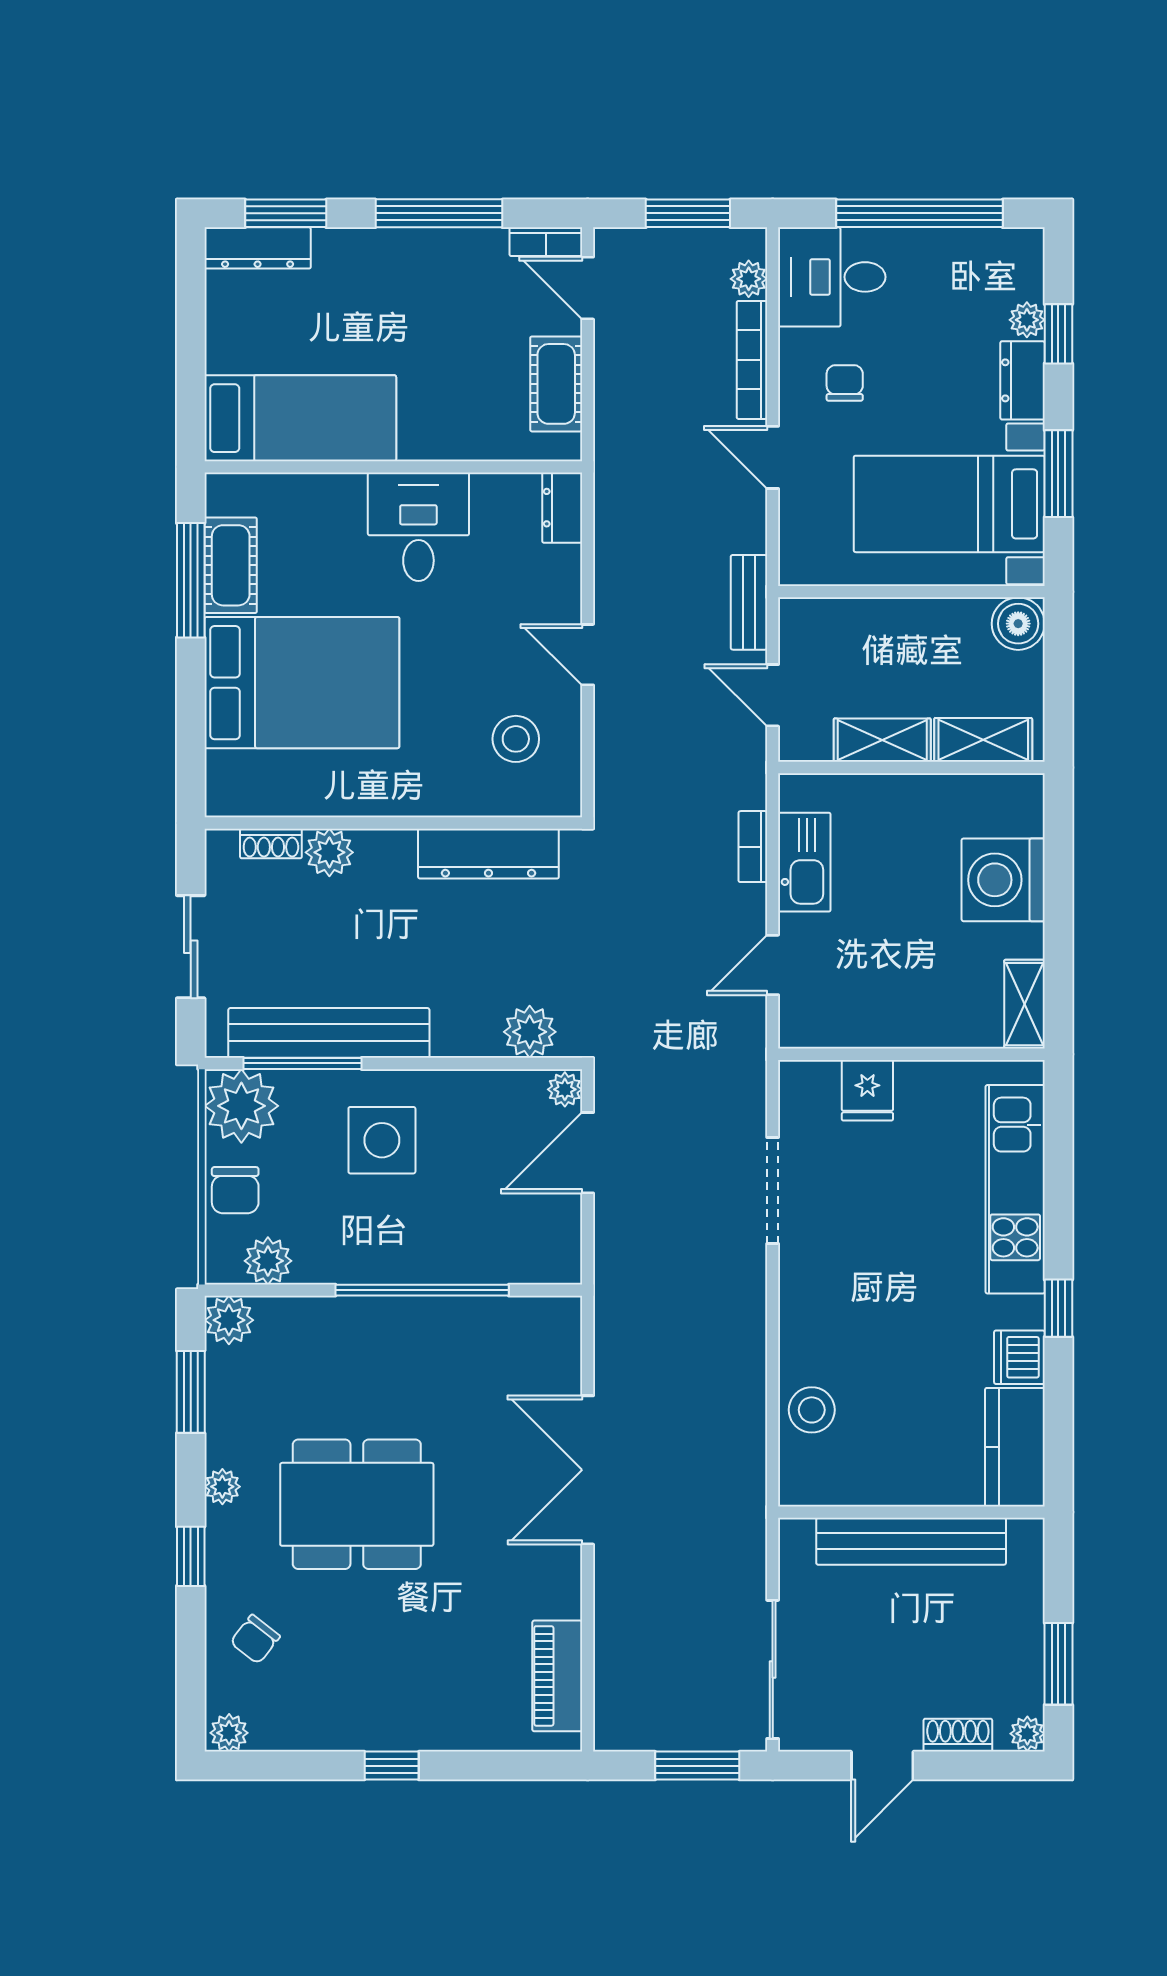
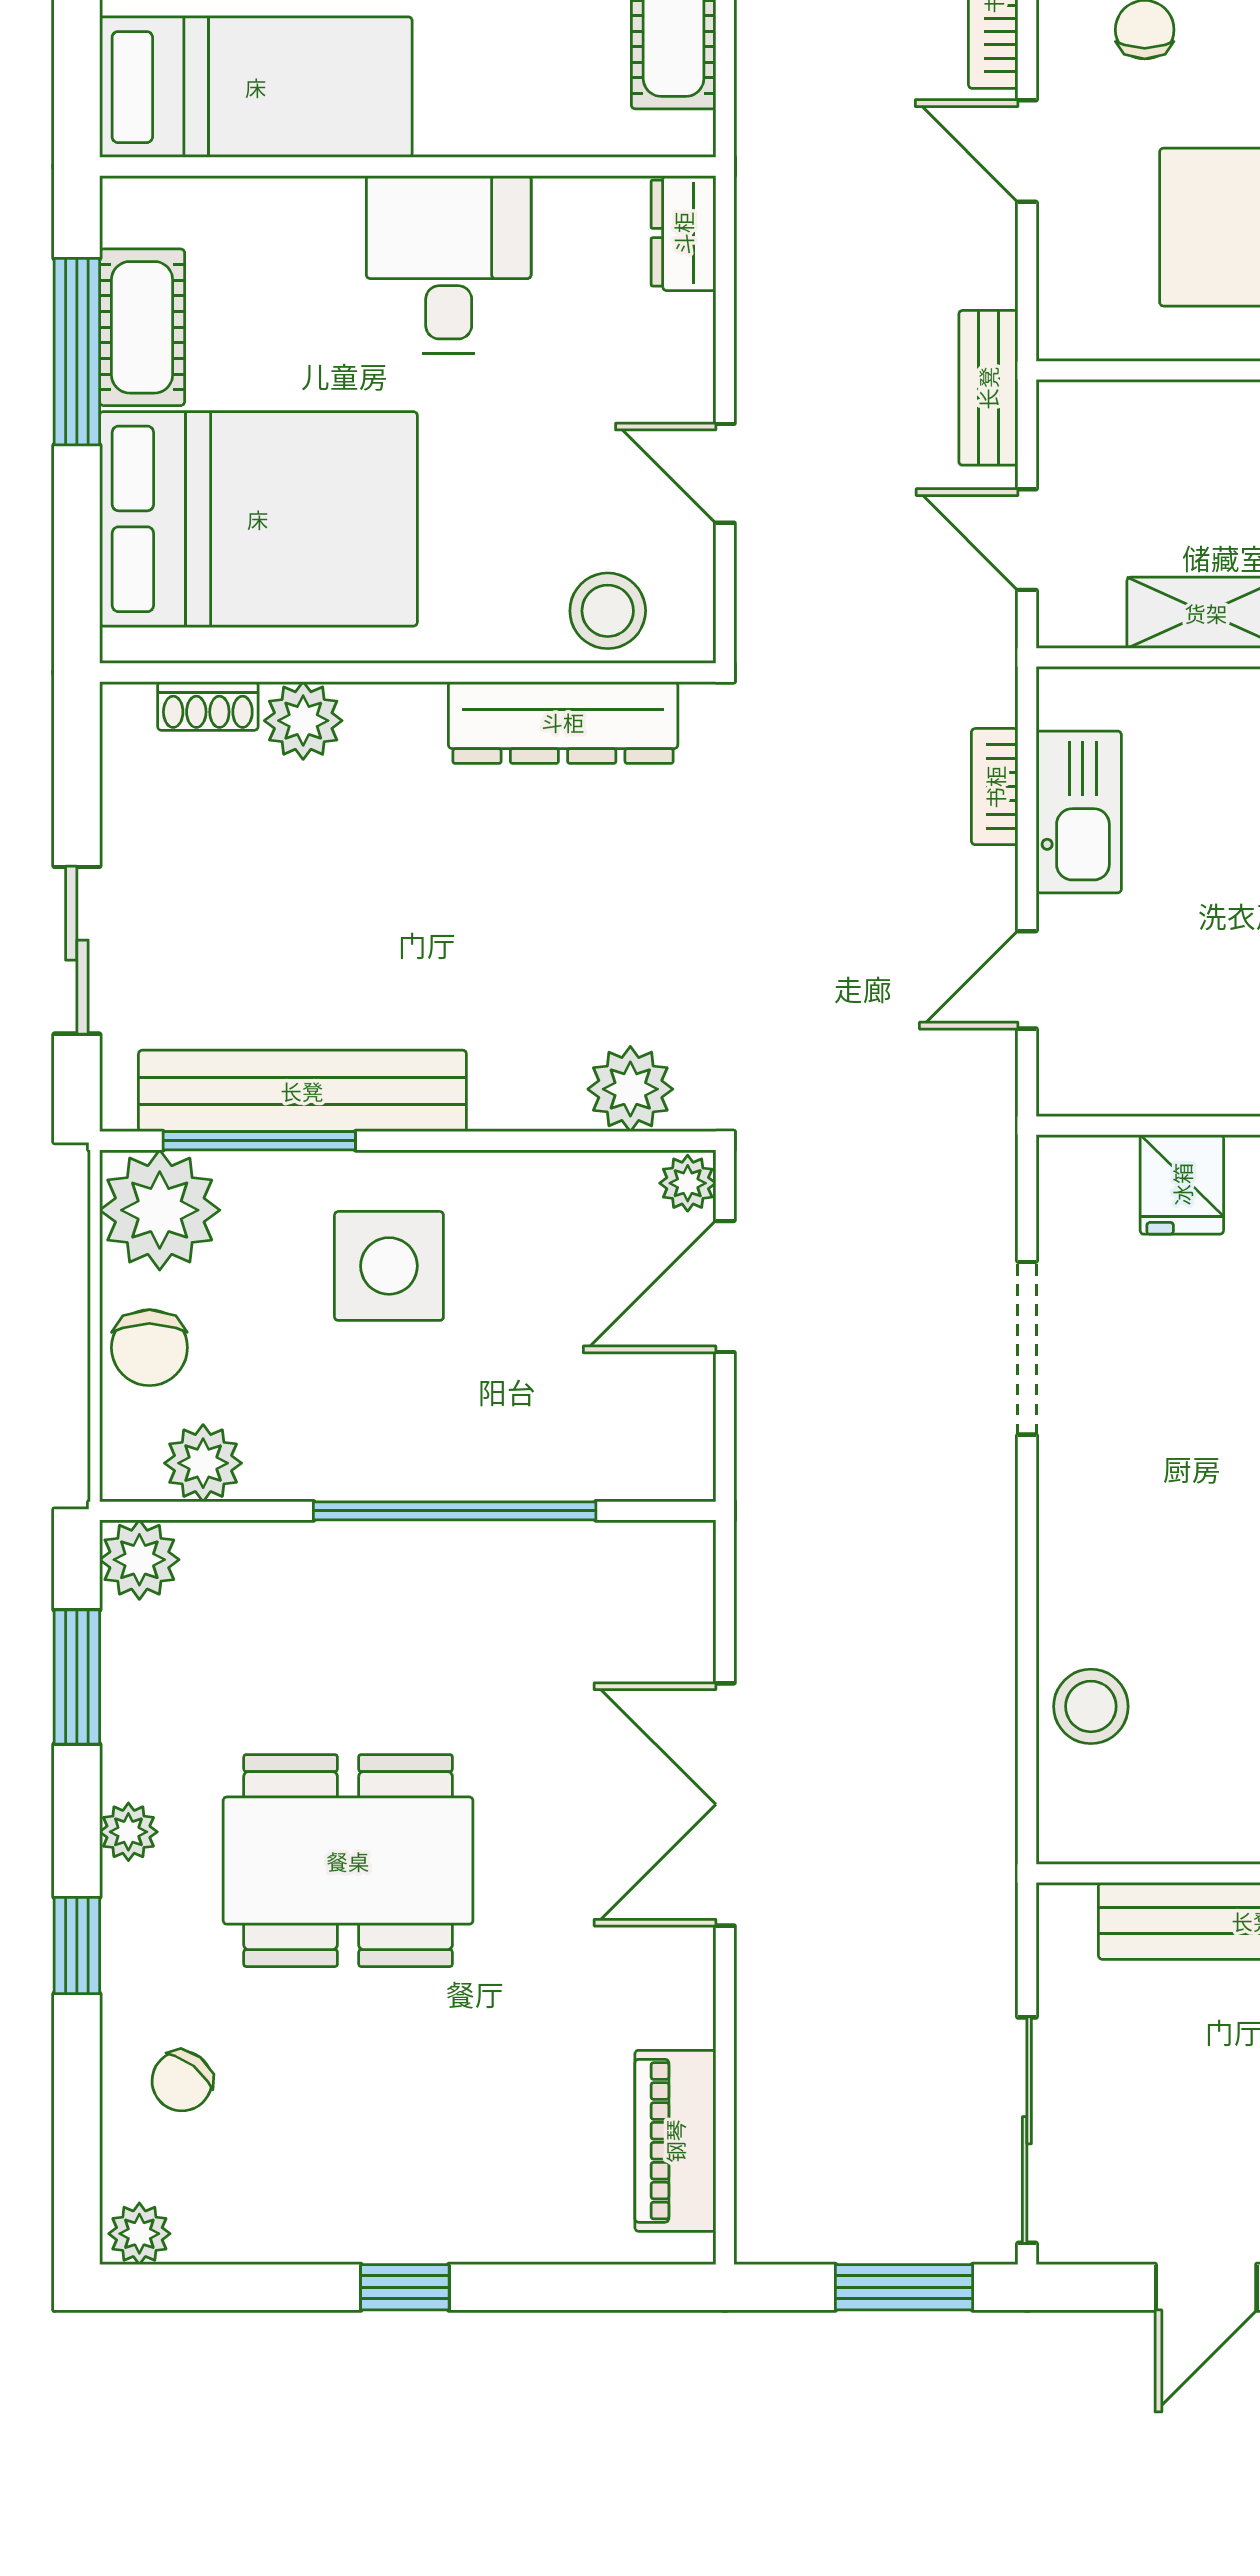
wall: (393, 823) -> (408, 673), moved
shoe rack: (271, 843) -> (208, 706), moved
plant: (329, 852) -> (303, 721), moved
dresser: (488, 854) -> (563, 722), moved

